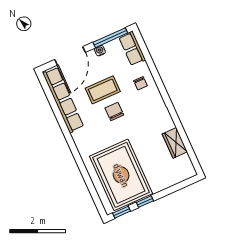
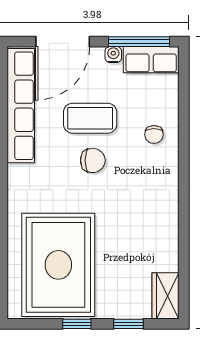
row of seats: (132, 49) -> (151, 60), moved, turned -90
chair: (114, 111) -> (93, 160), turned 90
wardrobe: (175, 143) -> (166, 296), moved
window: (122, 212) -> (129, 324), moved

